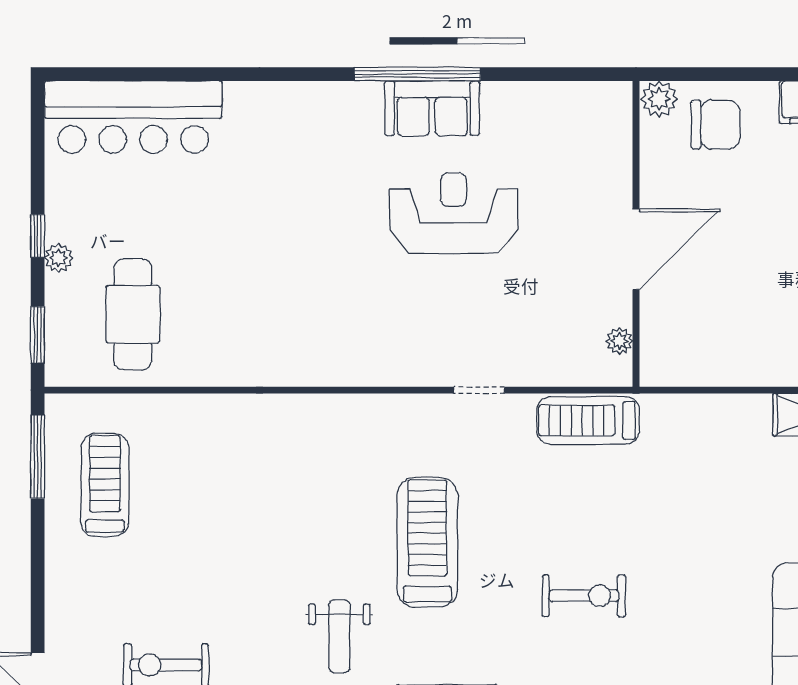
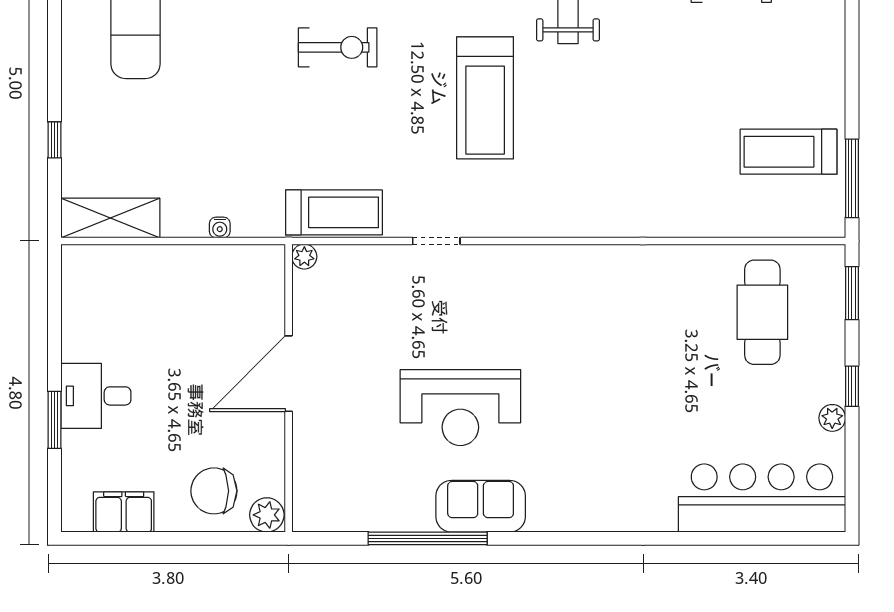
window: (417, 74) -> (428, 538), moved
plant: (59, 258) -> (832, 418), moved
plant: (619, 341) -> (304, 257), moved
water cooler: (709, 404) -> (220, 228), added
treadmill: (105, 485) -> (789, 152), turned 90
exercise bike: (584, 596) -> (338, 47), turned 180

